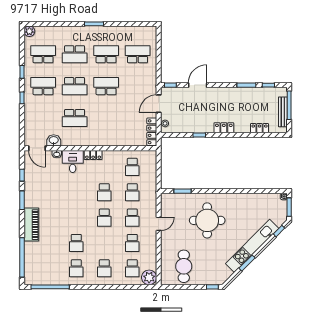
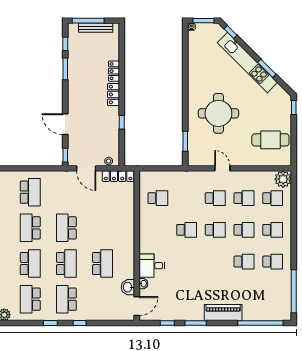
school desk: (138, 54) -> (30, 192), turned 180
locker: (260, 128) -> (114, 71), moved
locker: (93, 155) -> (144, 243), removed
school desk: (132, 192) -> (244, 230), moved

